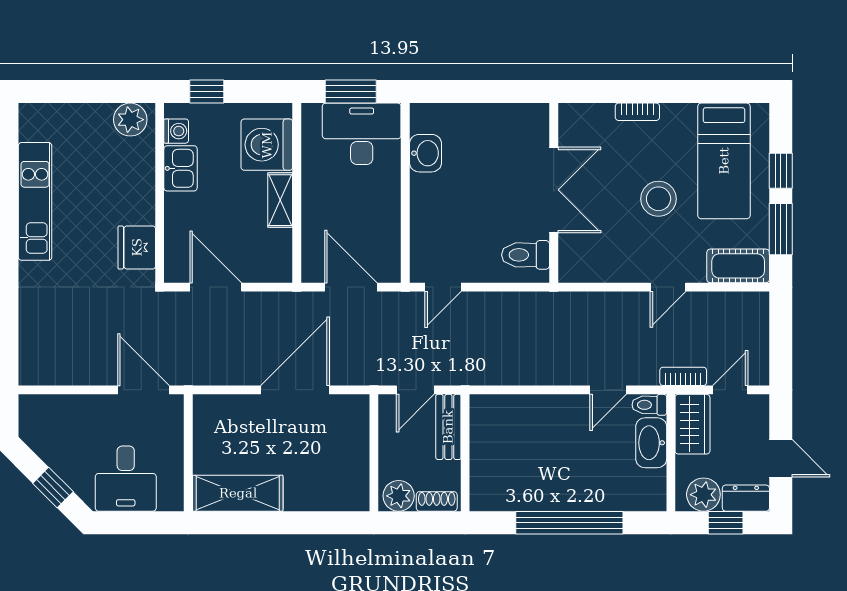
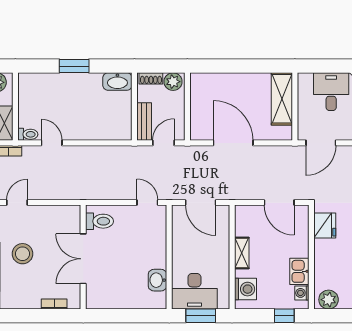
bookcase: (637, 112) -> (54, 304), moved
washing machine: (267, 145) -> (245, 289), width x0.73, depth x0.73
door: (443, 287) -> (147, 203), hinge flipped
door: (143, 390) -> (321, 143), hinge flipped
door: (295, 390) -> (233, 143), swing flipped
door: (608, 390) -> (52, 143), hinge flipped
washbasin: (651, 443) -> (117, 82), moved, turned 90
shelving: (238, 493) -> (282, 99), moved, turned 90
window: (569, 523) -> (74, 66), width x0.47

